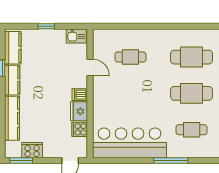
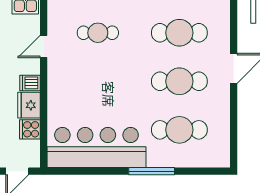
door: (90, 67) -> (44, 47), swing flipped
cafe table: (192, 130) -> (179, 130), width x1.37, depth x1.35

